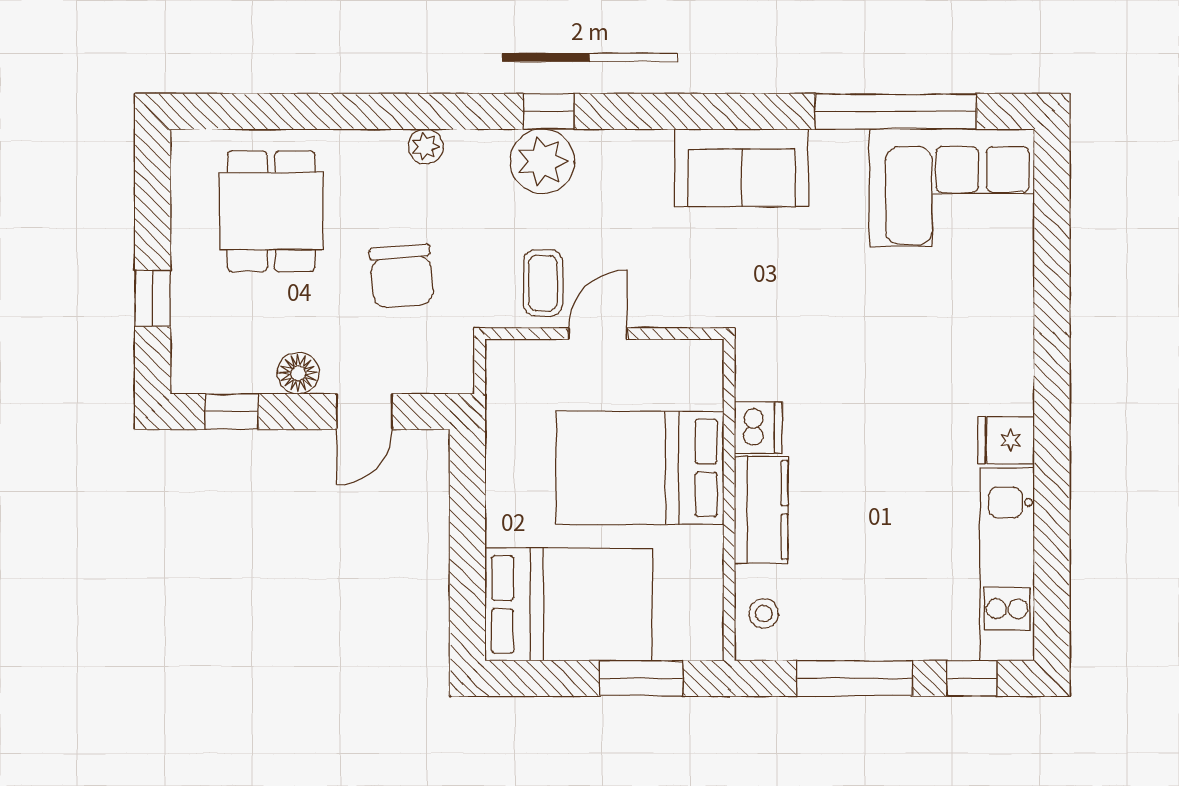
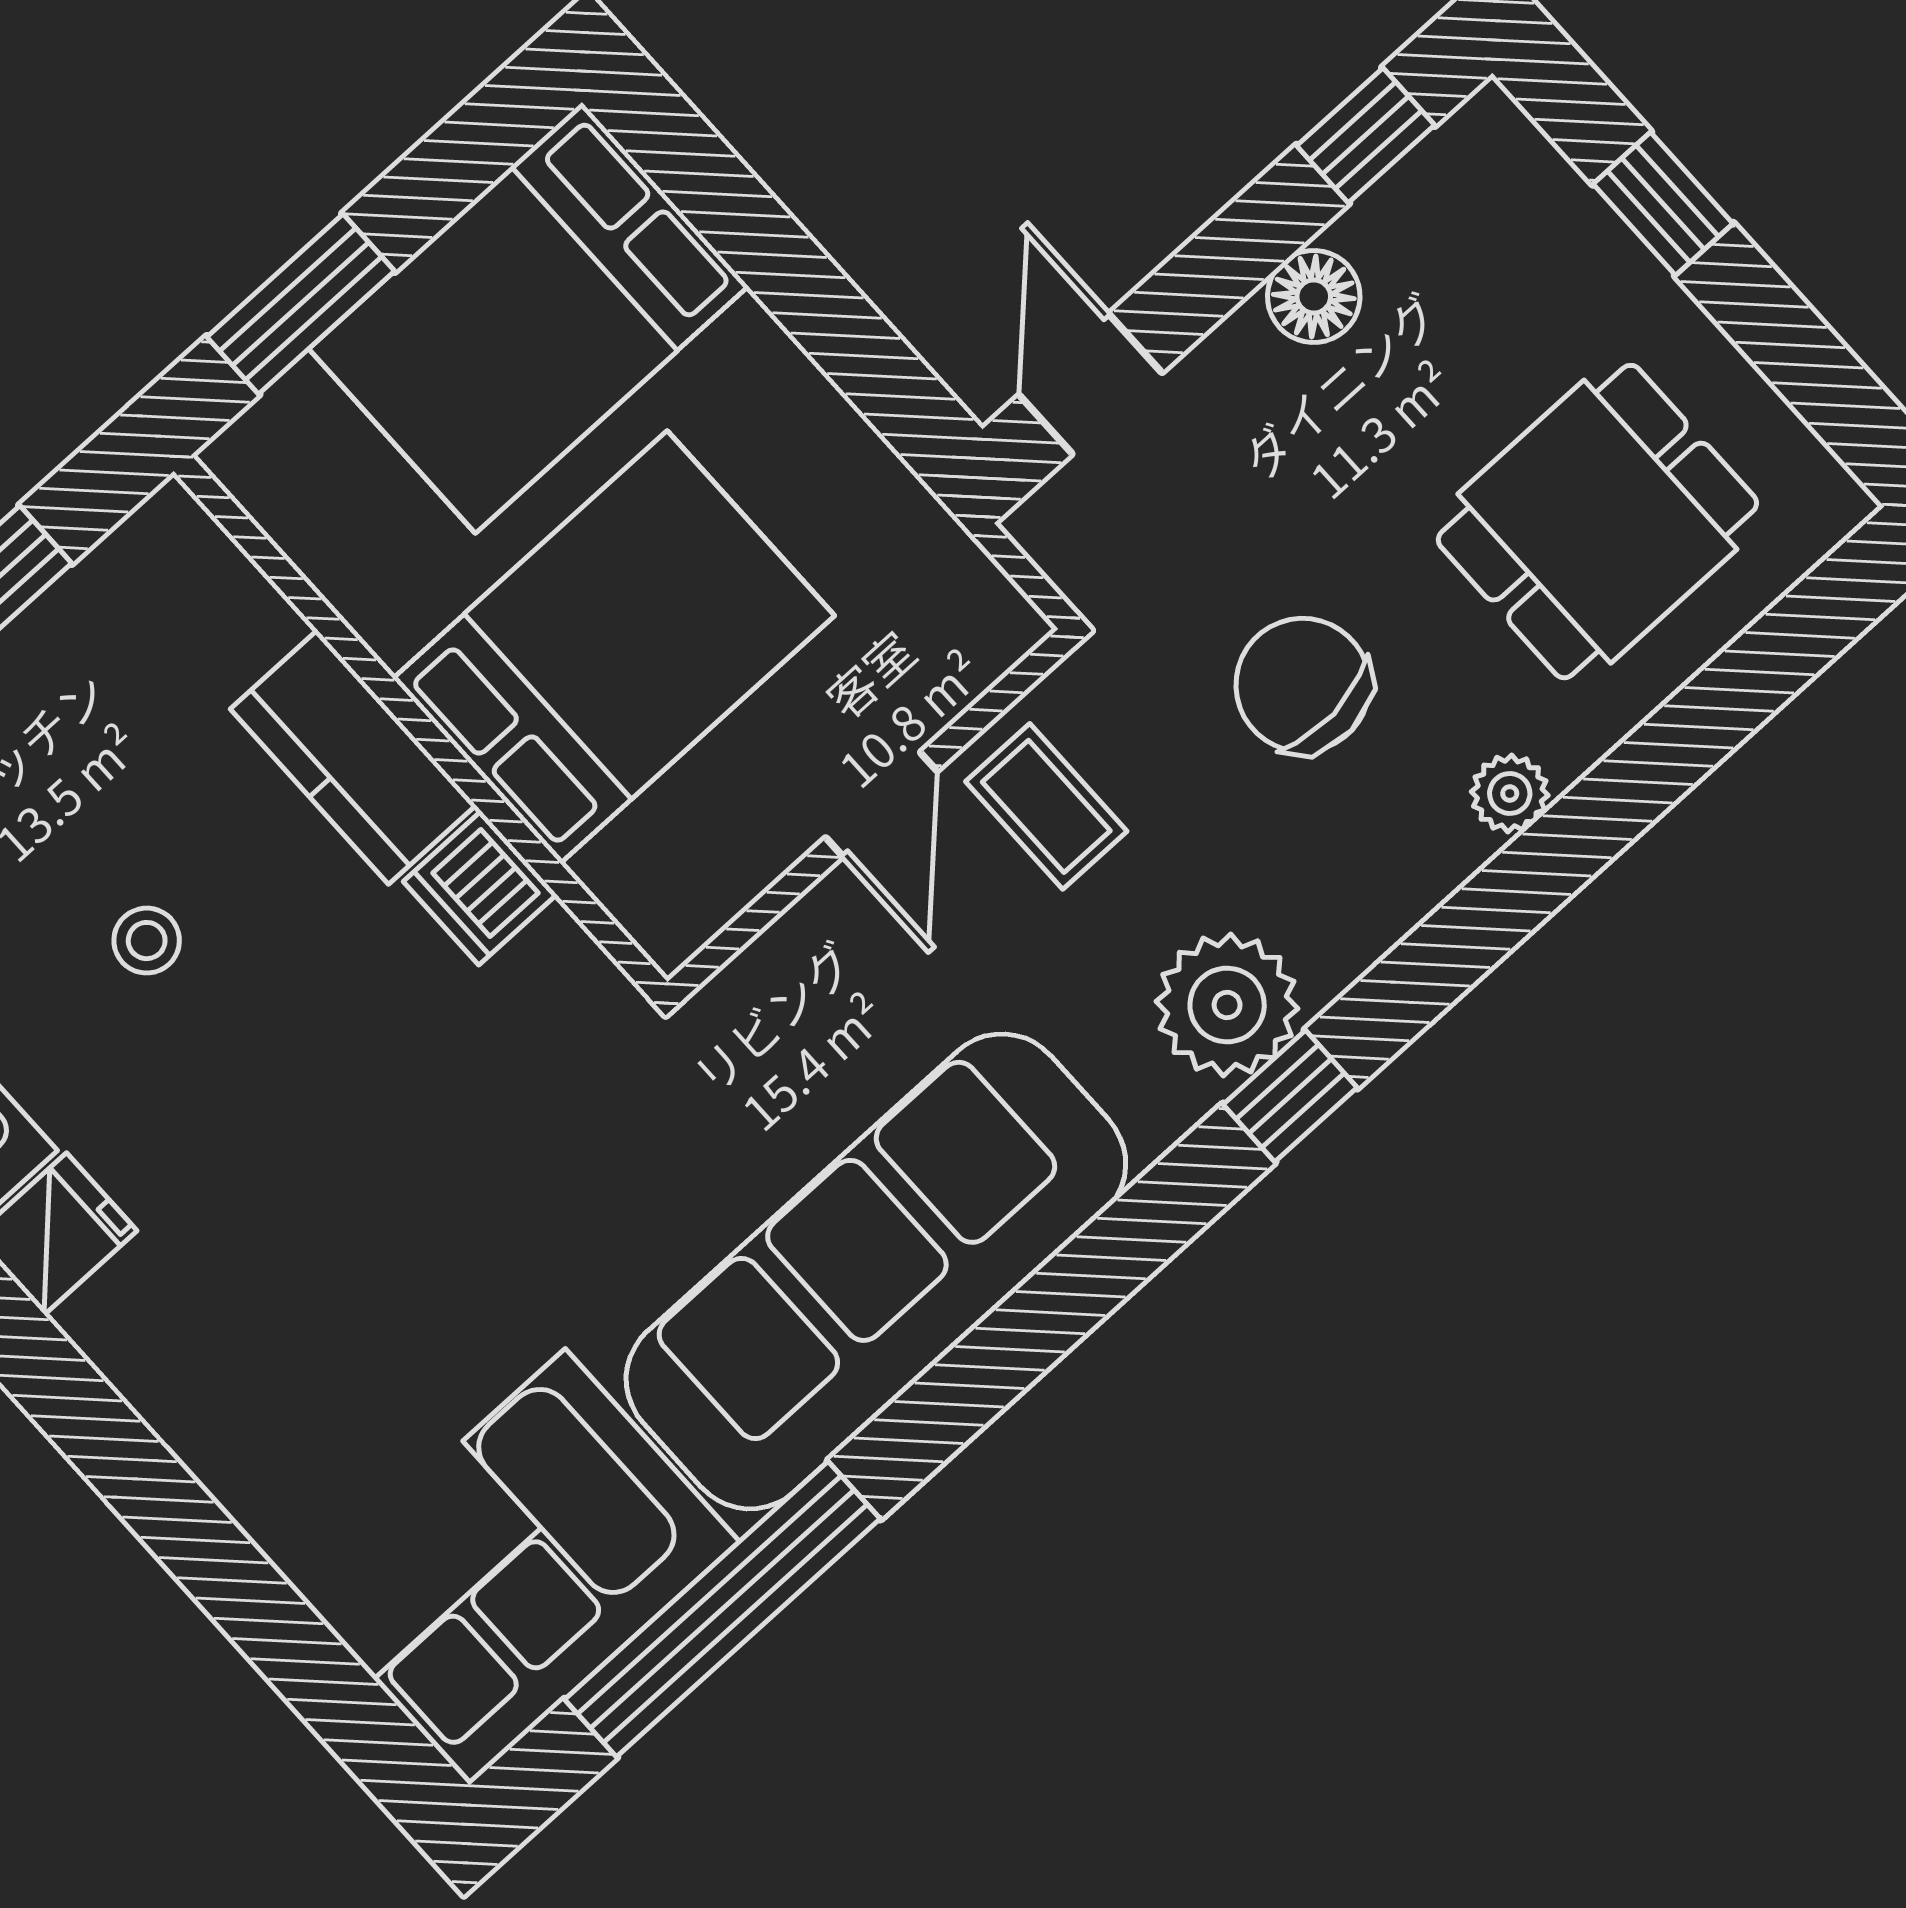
plant: (426, 146) -> (1510, 794), moved
sofa: (742, 168) -> (876, 1271), width x1.85, depth x1.27
dining table: (271, 211) -> (1597, 522), turned 90
chair: (402, 276) -> (1303, 685), moved
door: (364, 412) -> (1091, 384), moved
stool: (764, 614) -> (147, 941), moved

